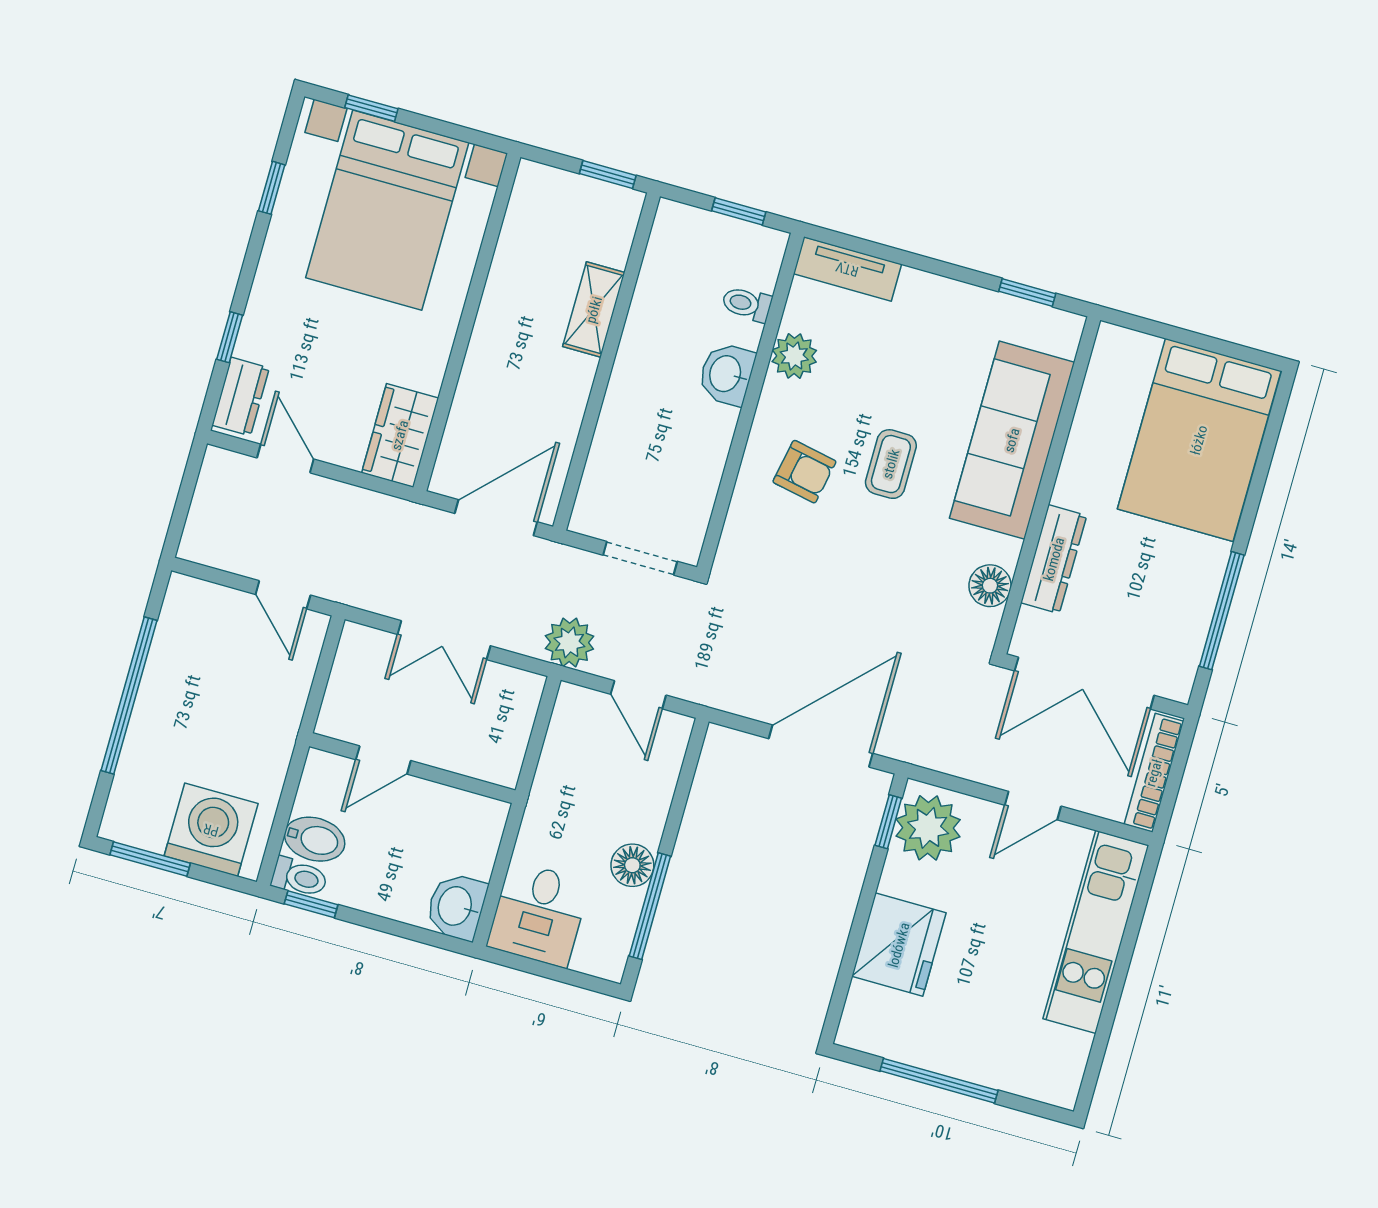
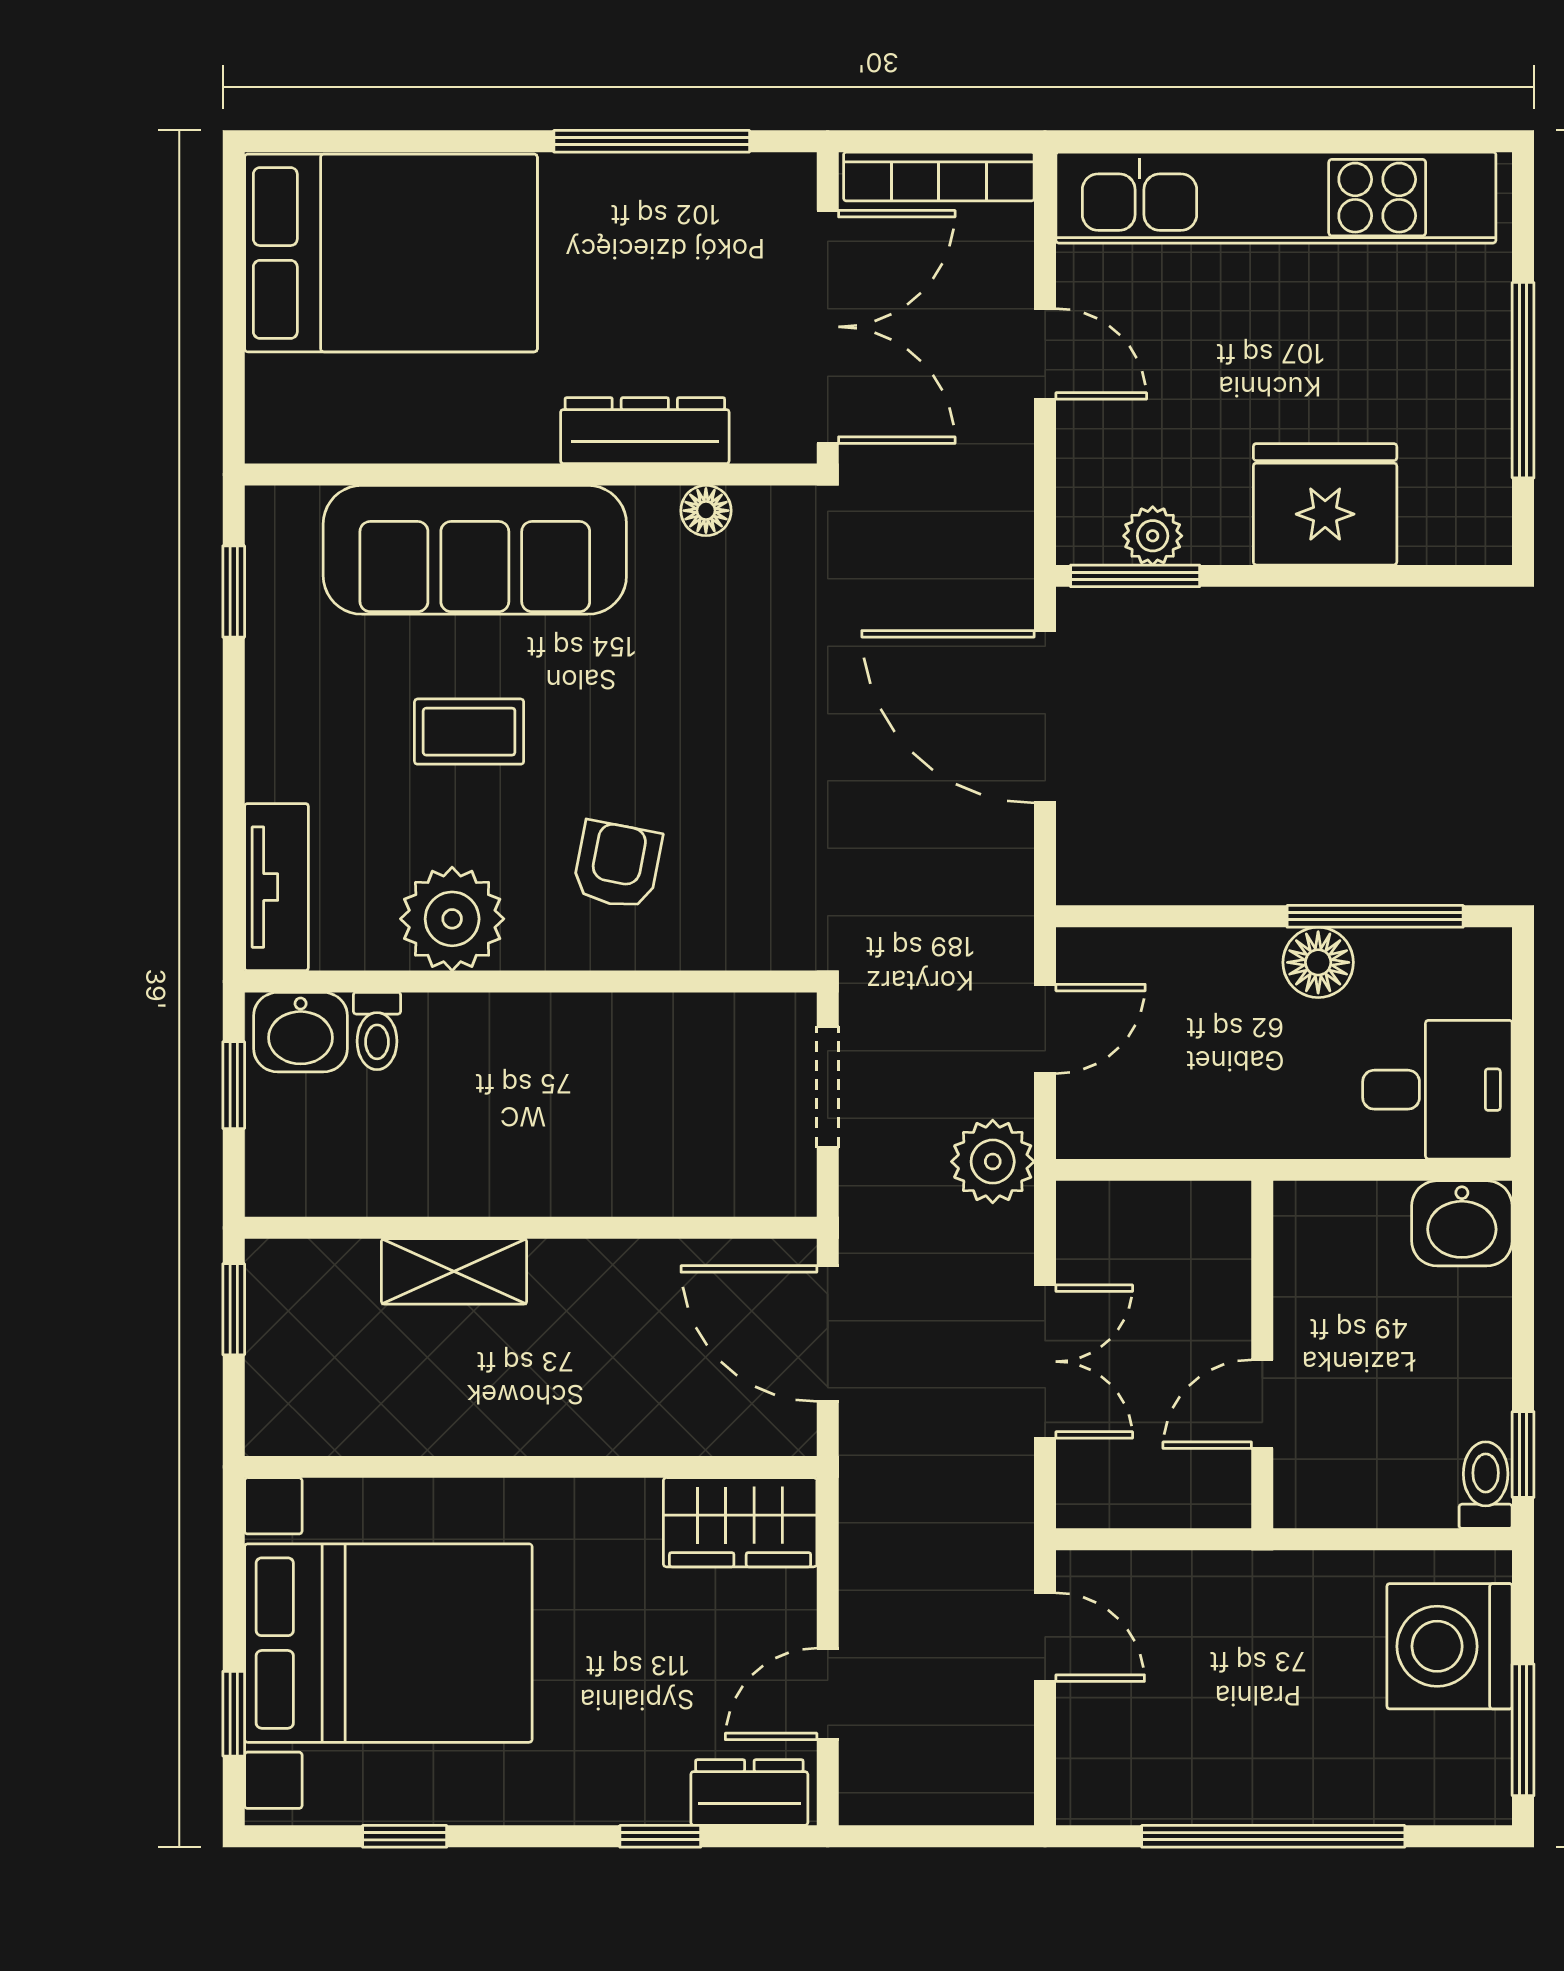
plant: (794, 356) -> (452, 919), width x1.36, depth x1.36
washbasin: (726, 374) -> (301, 1032), moved
coffee table: (891, 464) -> (469, 732), moved
floor lamp: (990, 586) -> (706, 511), width x0.73, depth x0.73
door: (283, 595) -> (1045, 1637), hinge flipped
door: (383, 760) -> (1262, 1404), swing flipped
window: (888, 822) -> (1135, 576), width x1.50
plant: (928, 828) -> (1153, 536), width x0.53, depth x0.53
bidet: (315, 839) -> (1418, 1478), removed
kitchen unit: (1096, 932) -> (1276, 198), width x1.36

